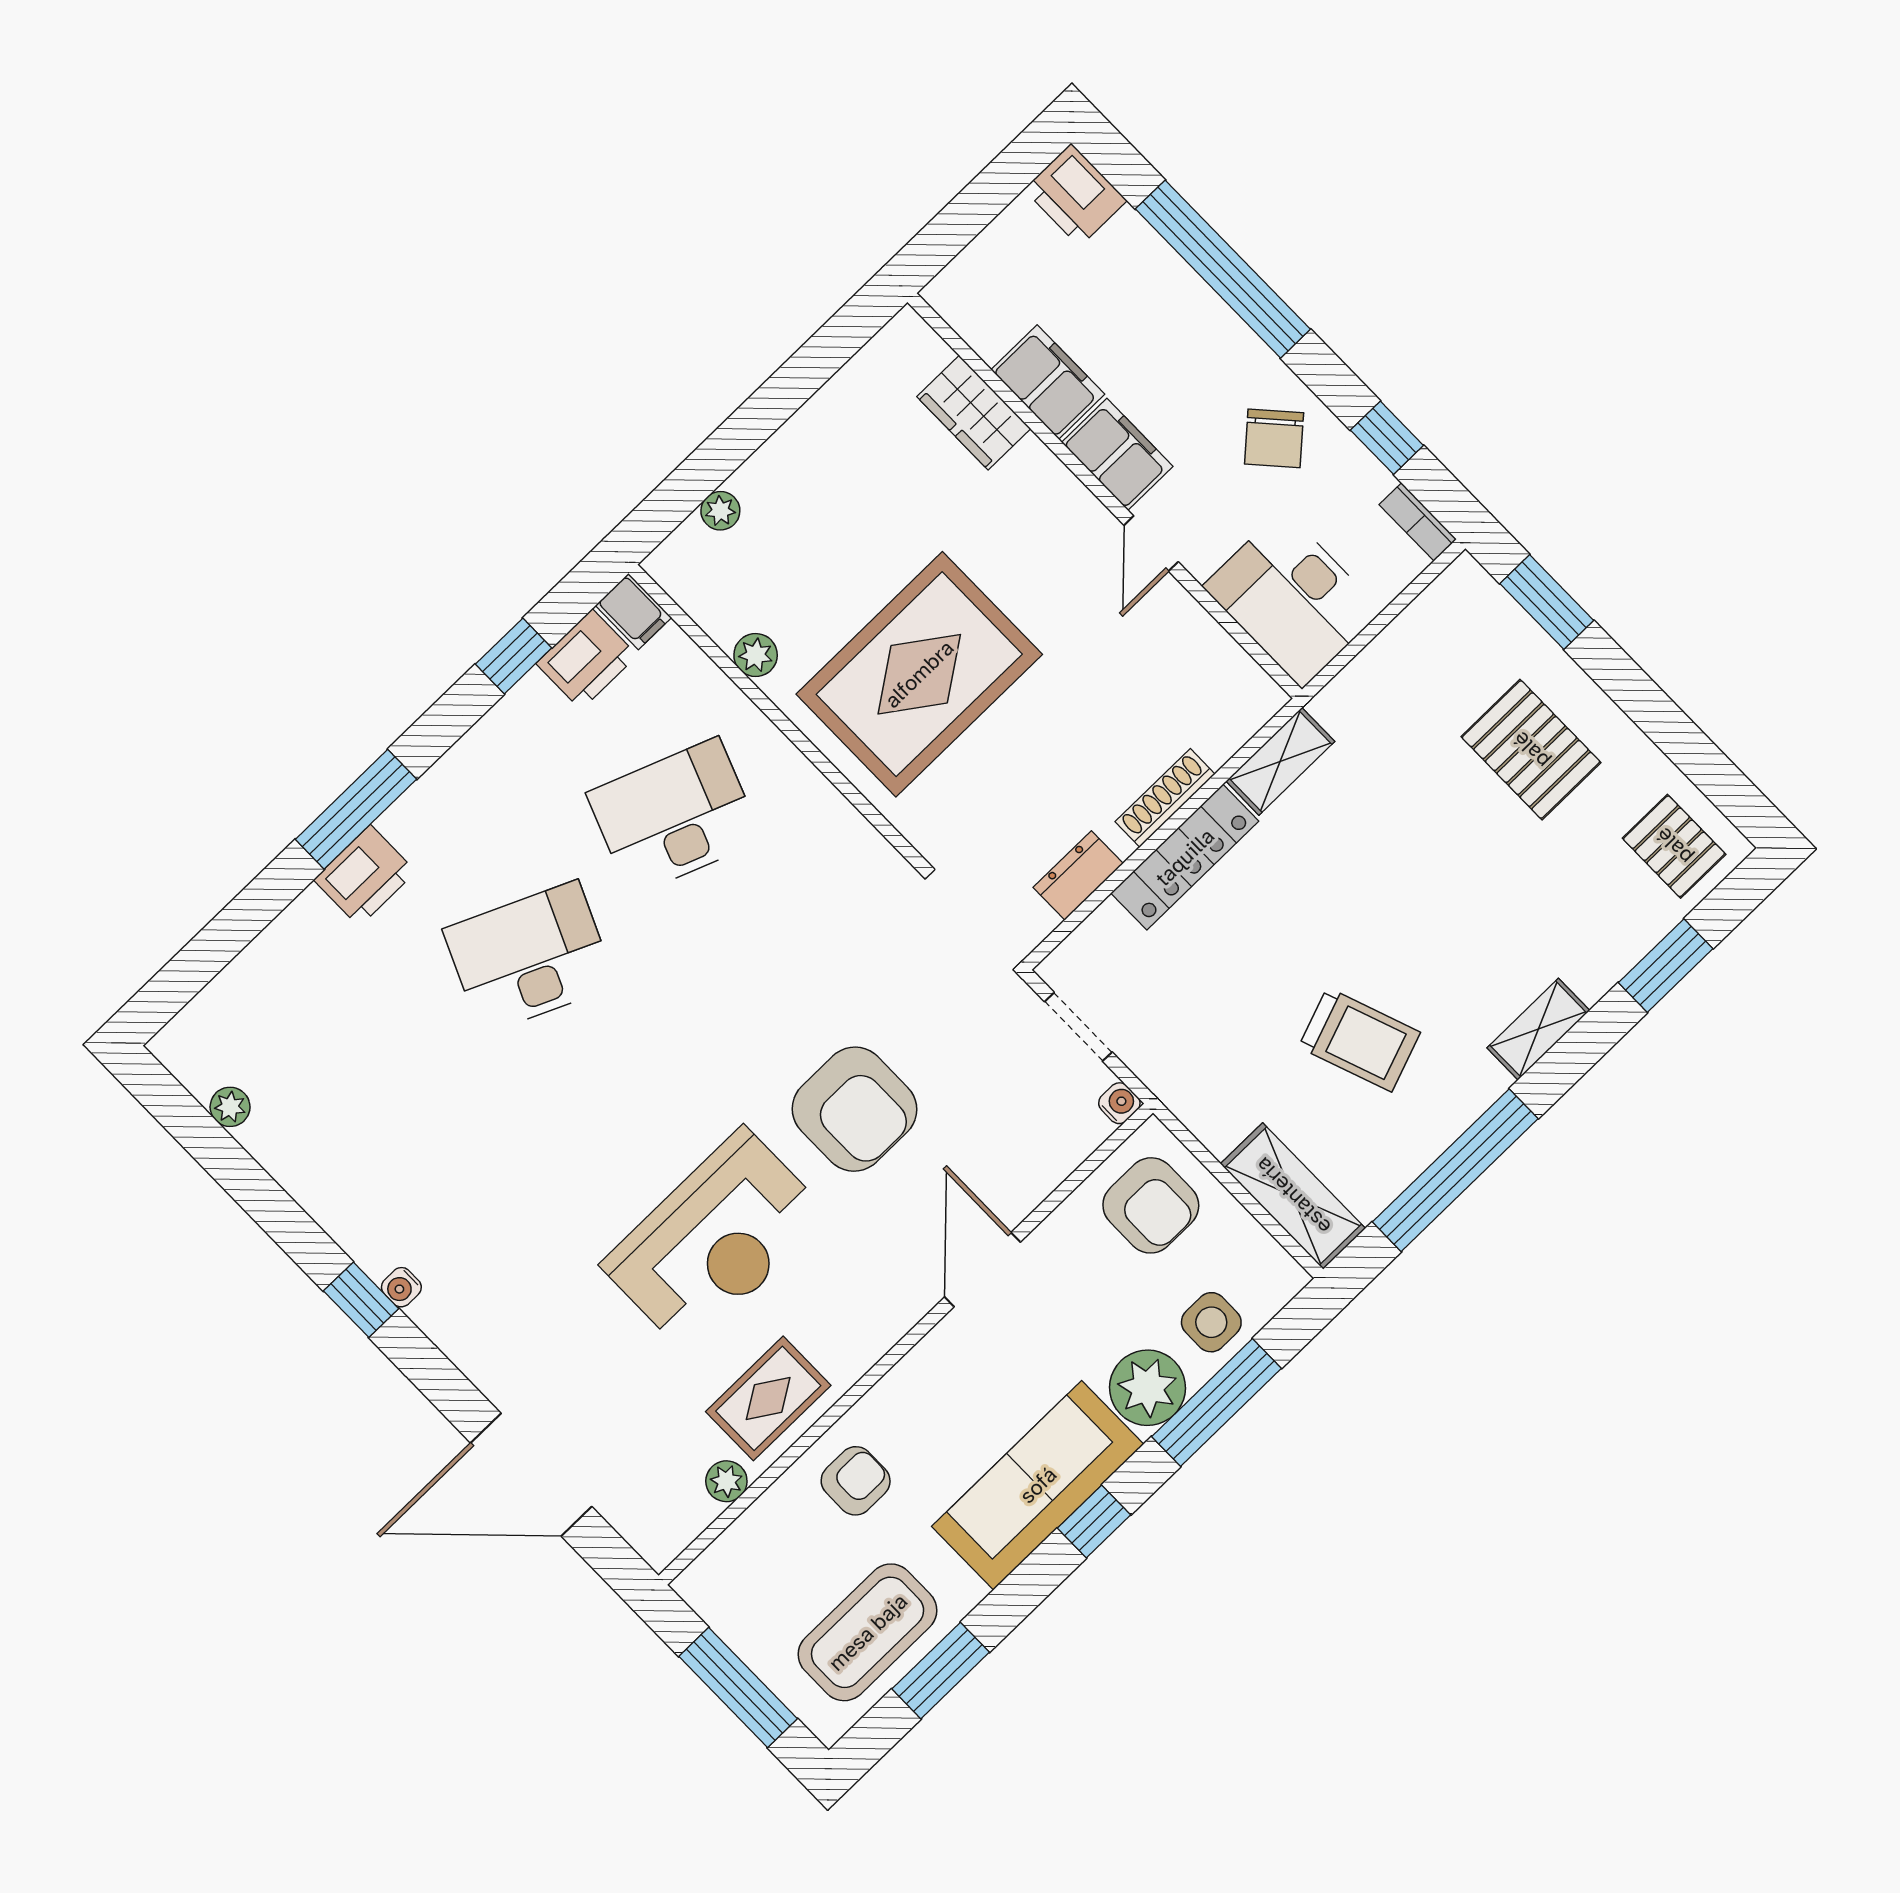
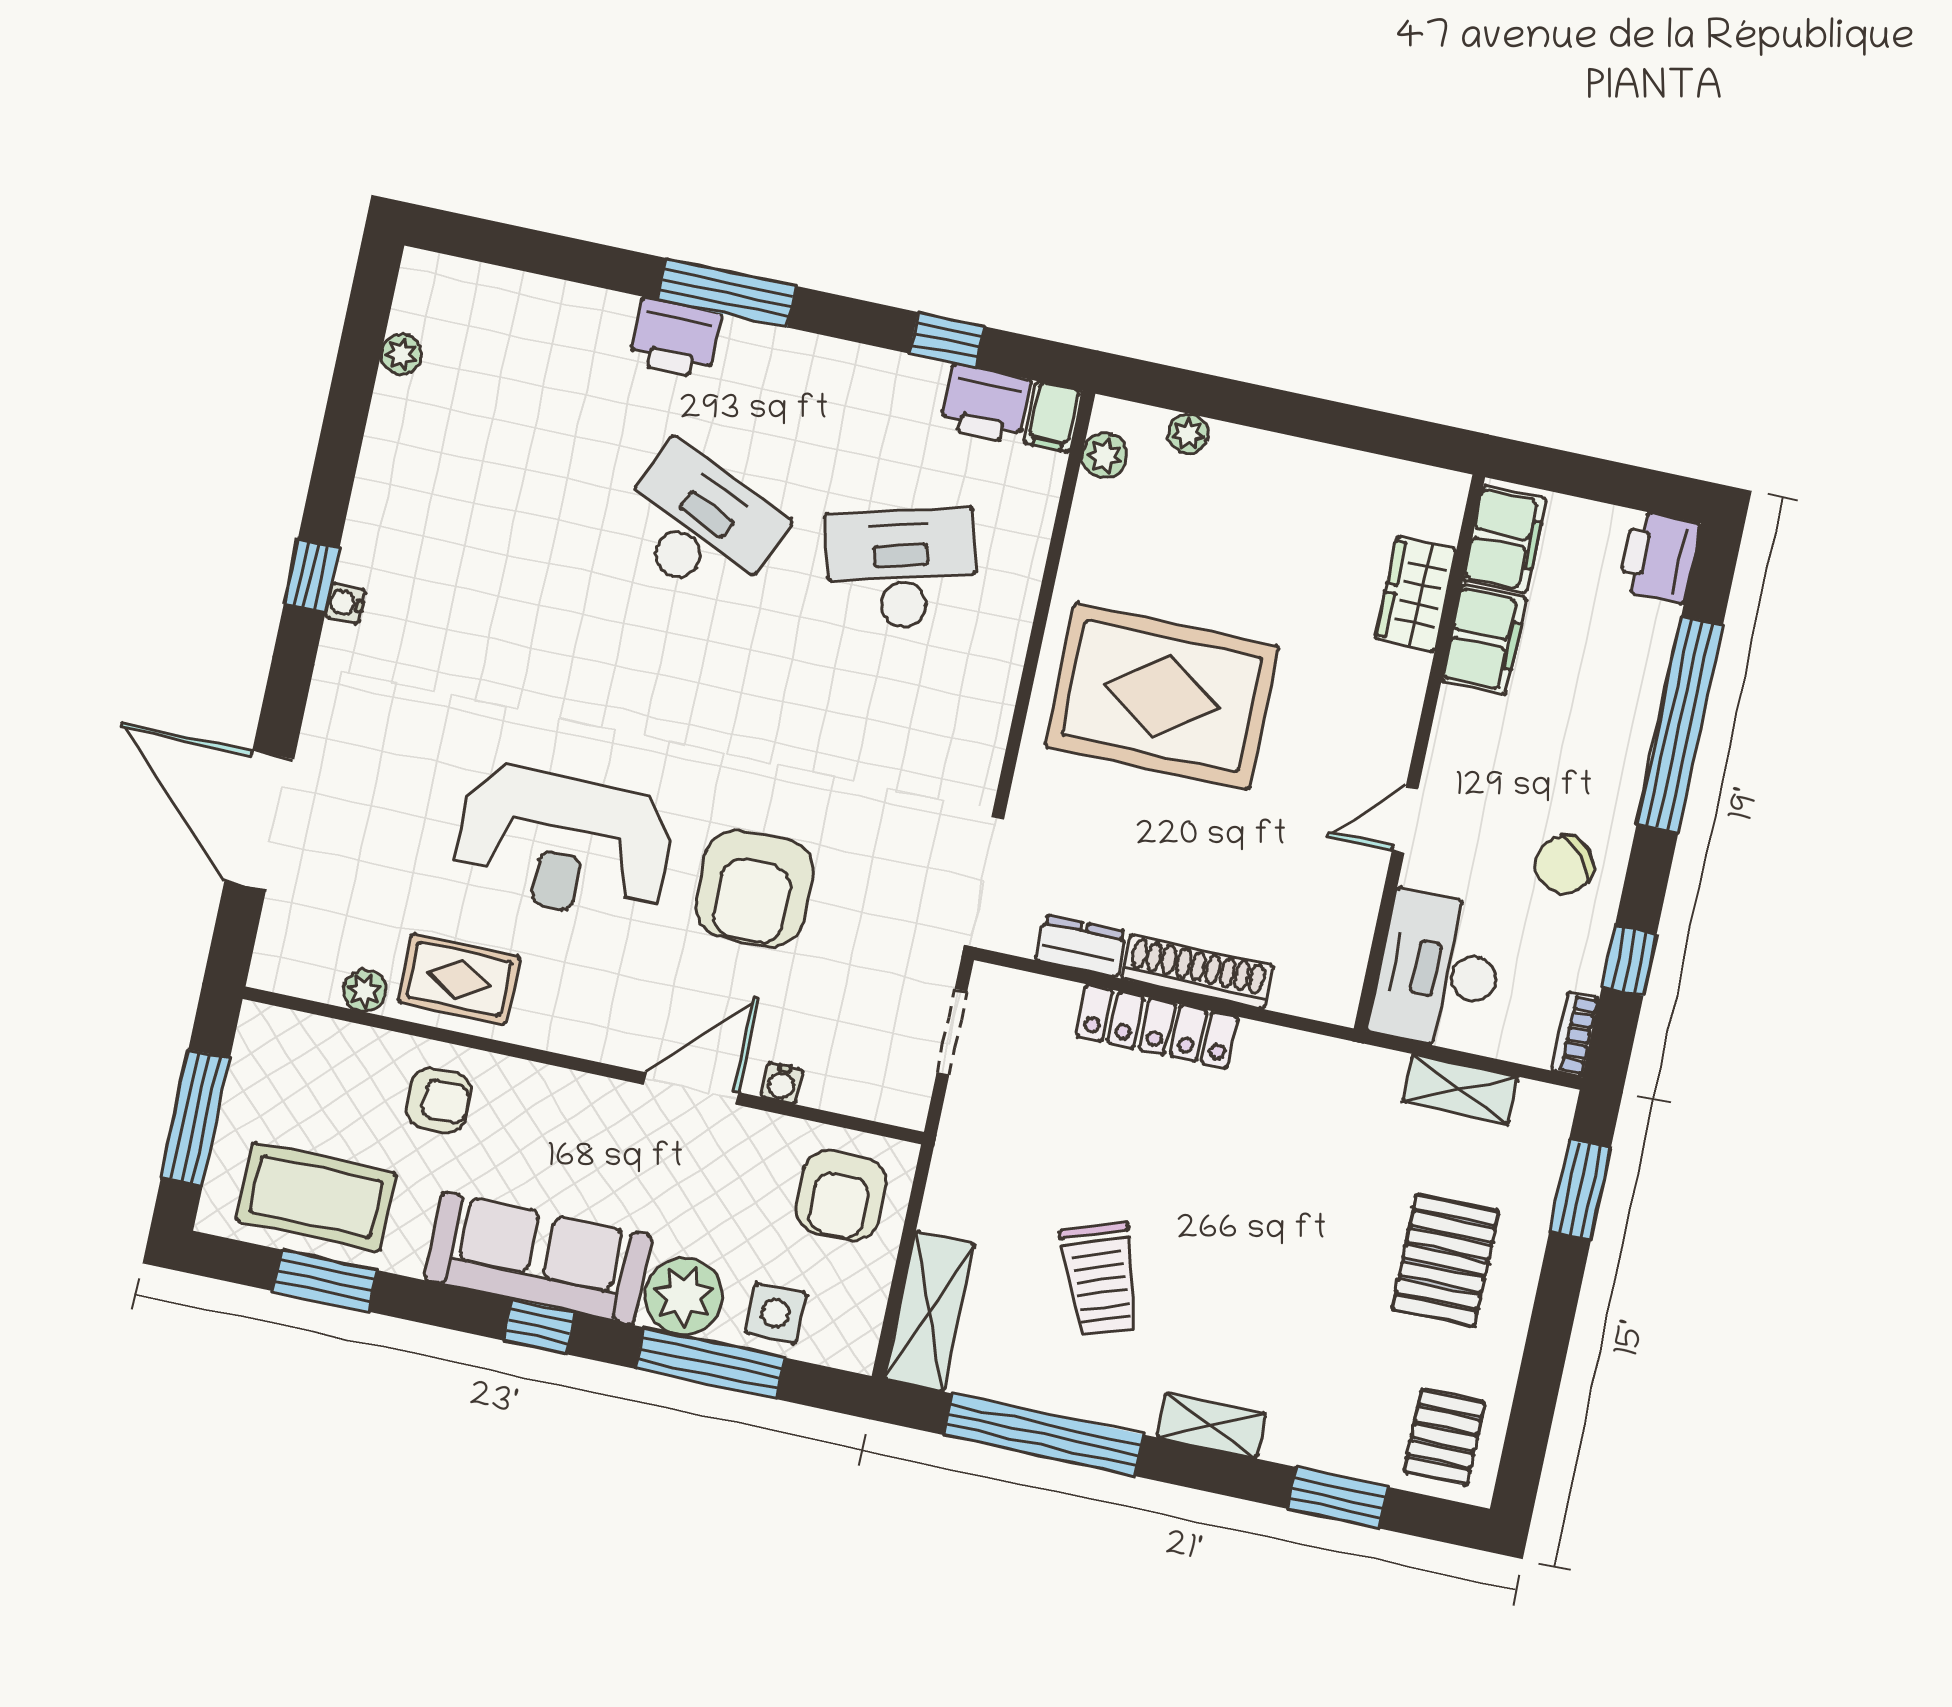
filing cabinet: (1117, 454) -> (1505, 539), moved
plant: (756, 655) -> (1105, 456), moved
shelving: (1280, 761) -> (1460, 1089), moved
shoe rack: (1165, 798) -> (1197, 972), width x1.36, depth x1.24
desk: (674, 817) -> (902, 568), turned -36
water cooler: (1119, 1103) -> (782, 1083), moved, turned 90

